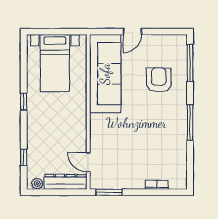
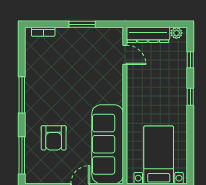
window: (24, 101) -> (190, 97), moved
bookcase: (157, 185) -> (43, 32), moved
window: (109, 192) -> (82, 24), moved

